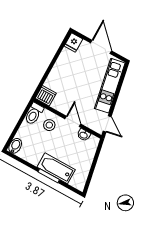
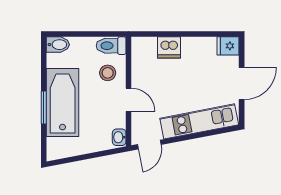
dishwasher: (46, 96) -> (169, 47), moved, turned 90
door: (73, 121) -> (129, 100), hinge flipped
washbasin: (84, 135) -> (119, 137), moved
bathtub: (56, 168) -> (63, 103), width x1.36, depth x1.36

